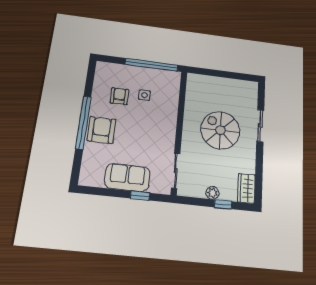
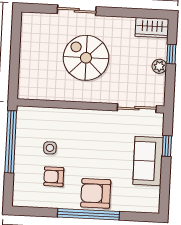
spiral stairs: (220, 130) -> (86, 58), turned 90

